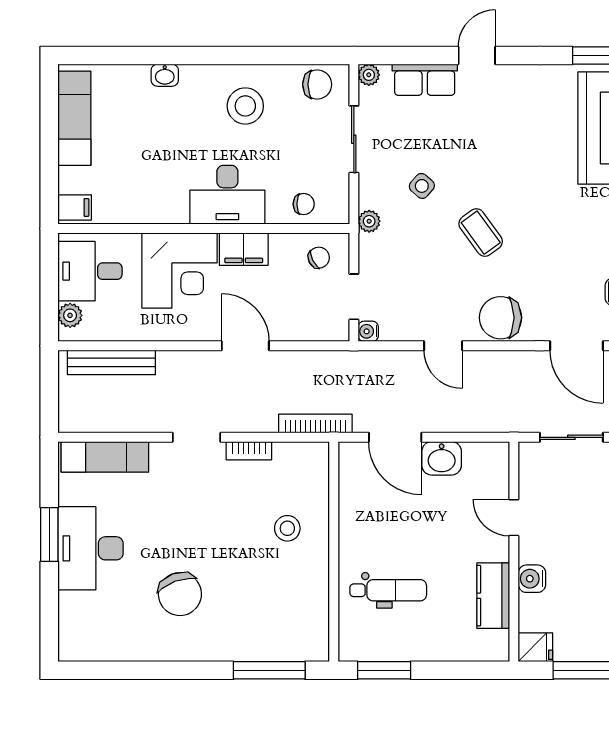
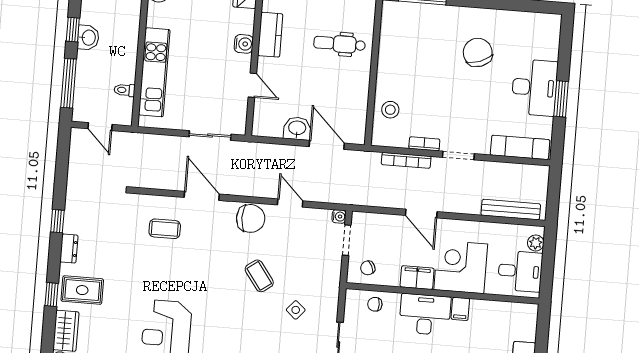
filing cabinet: (75, 207) -> (460, 309), moved, turned -90
plant: (369, 221) -> (333, 289), removed
bookcase: (315, 424) -> (406, 160), moved
stool: (287, 528) -> (390, 110), moved

